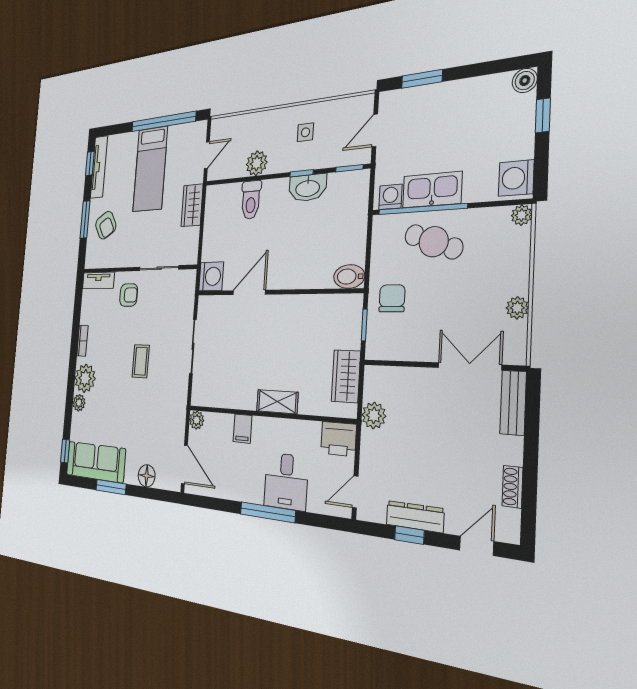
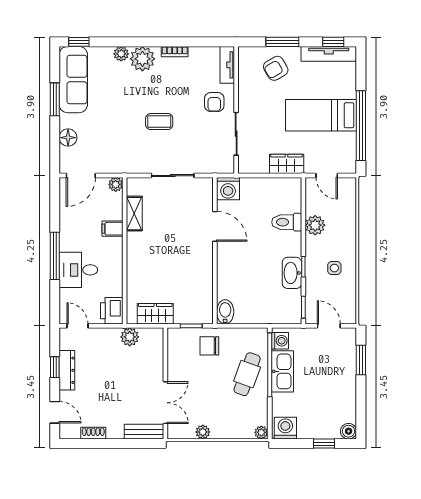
chair: (392, 298) -> (209, 346), turned 180
shelving: (277, 402) -> (134, 214), moved

